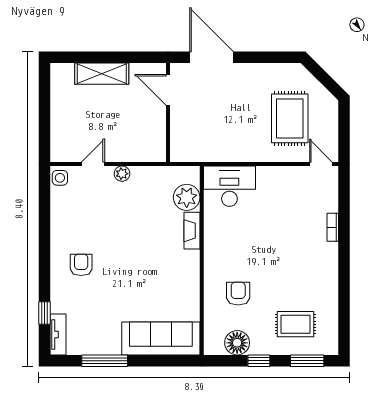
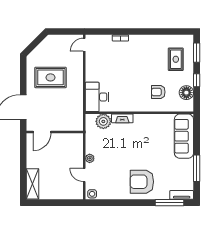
shelving: (102, 74) -> (33, 184), moved
rug: (290, 118) -> (50, 77), moved
armchair: (81, 265) -> (142, 182), width x1.88, depth x1.88
window: (44, 313) -> (169, 203), width x2.17

